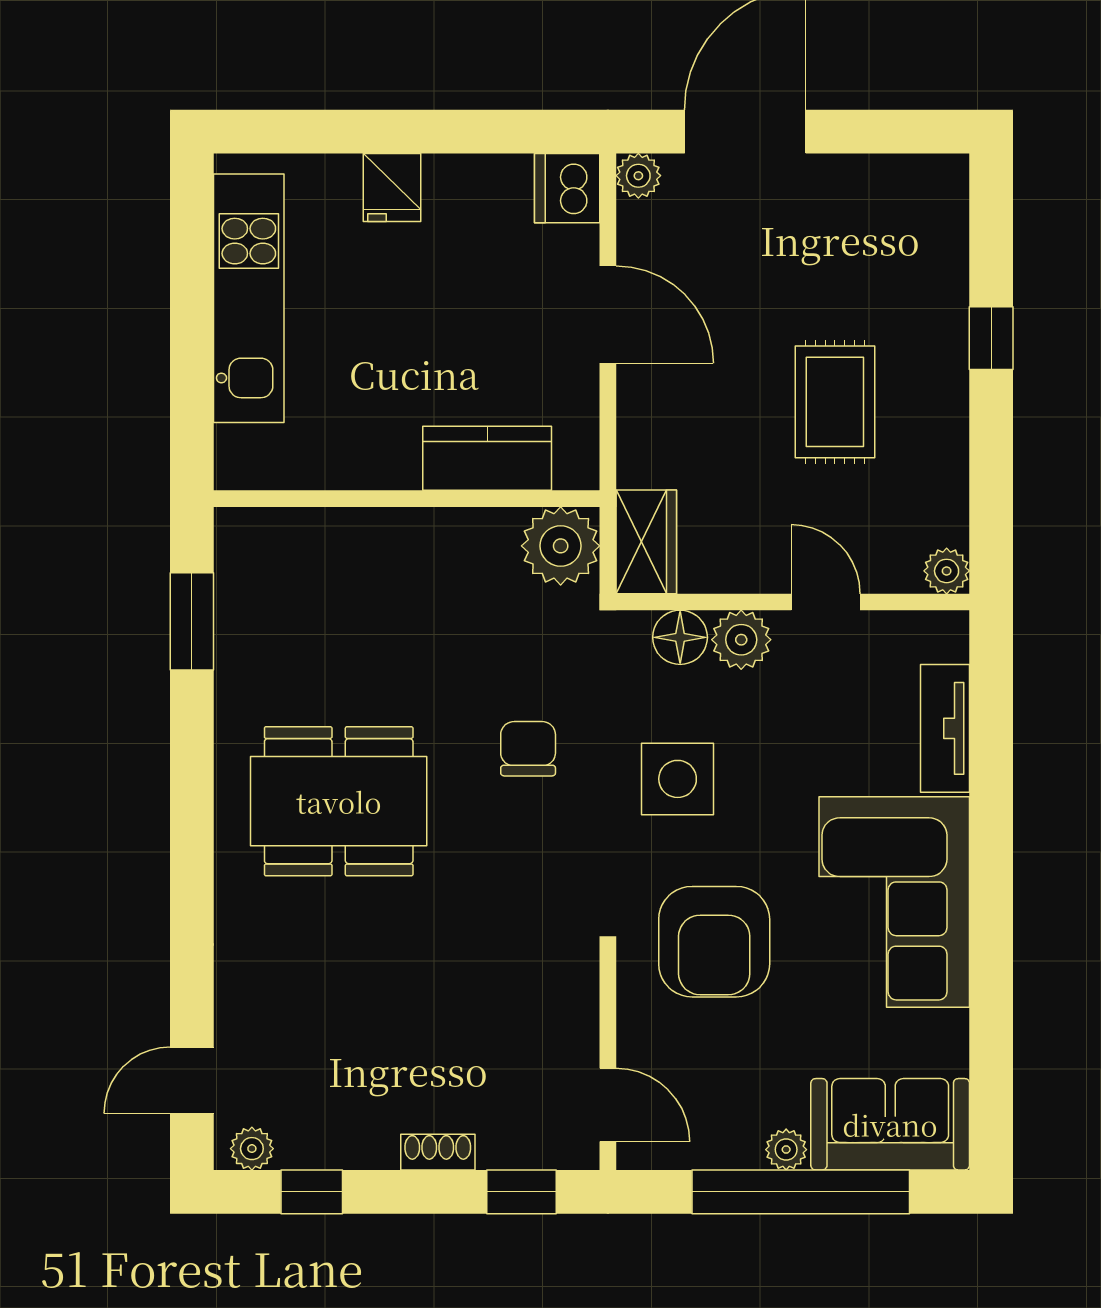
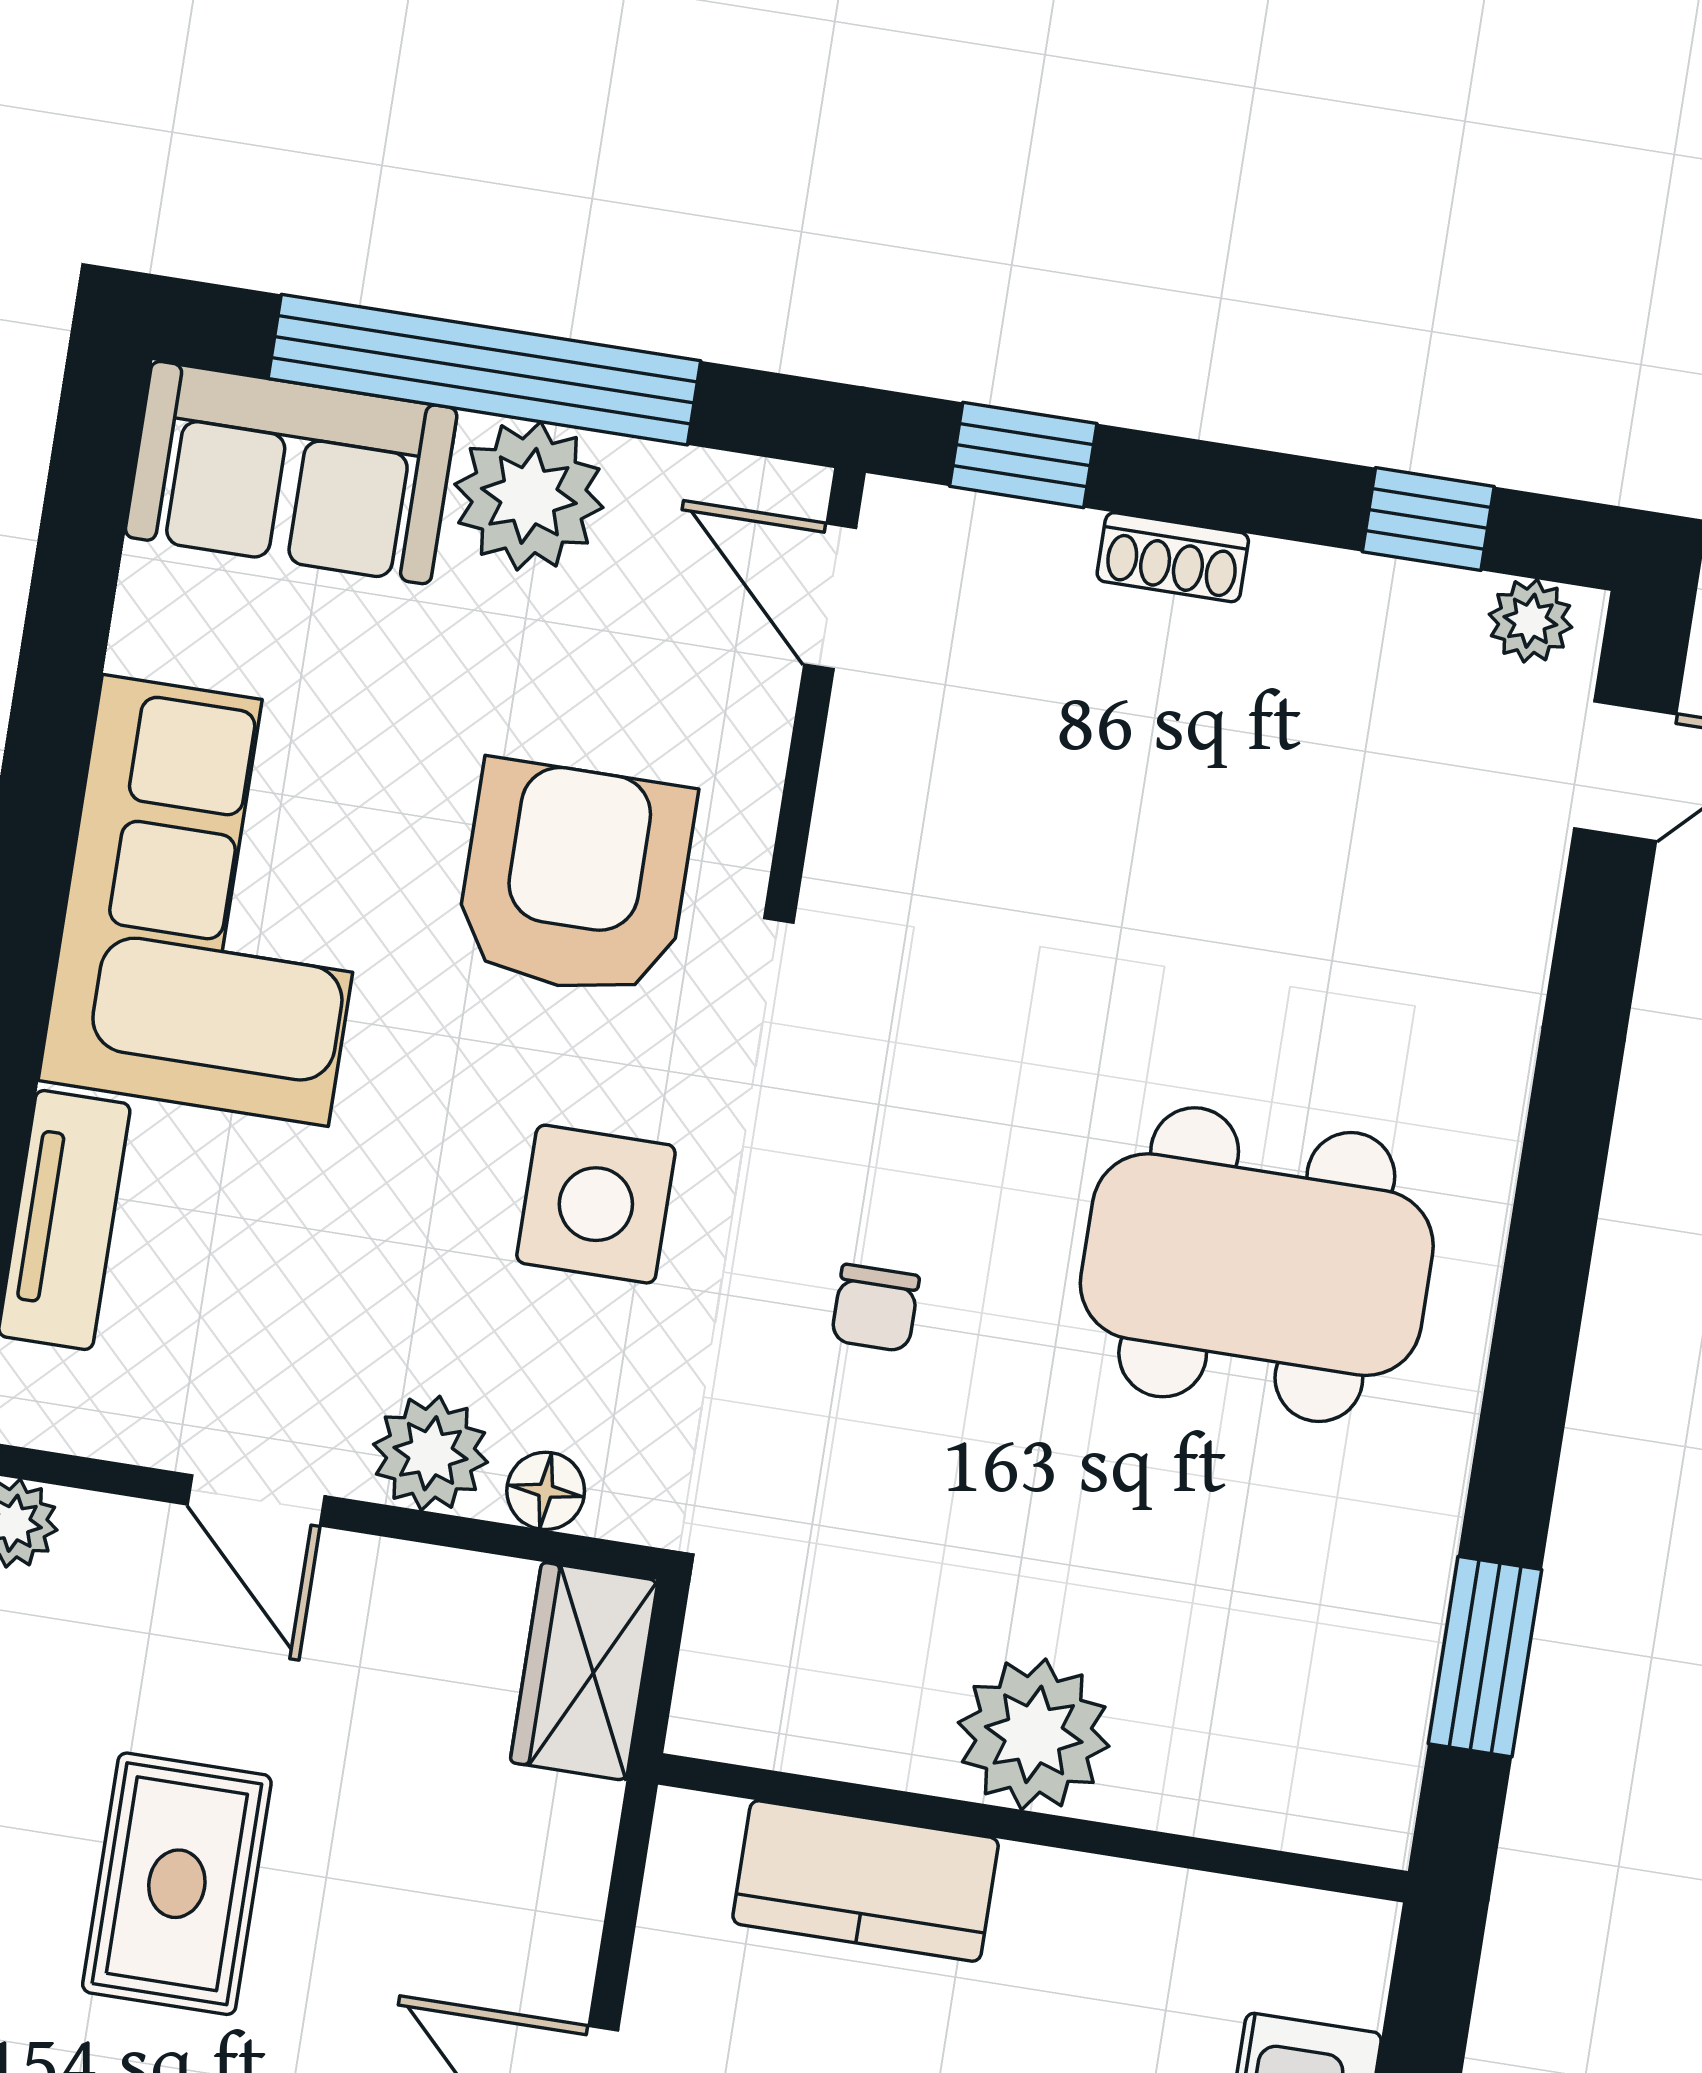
plant: (561, 546) -> (1034, 1734), moved
floor lamp: (680, 637) -> (546, 1491), width x0.73, depth x0.73
chair: (528, 749) -> (875, 1308), width x0.73, depth x0.73
plant: (786, 1150) -> (529, 496), width x1.88, depth x1.88

